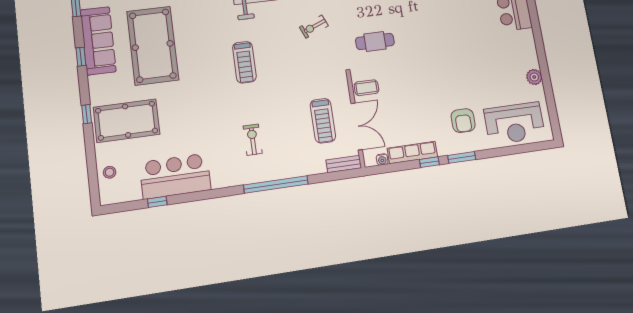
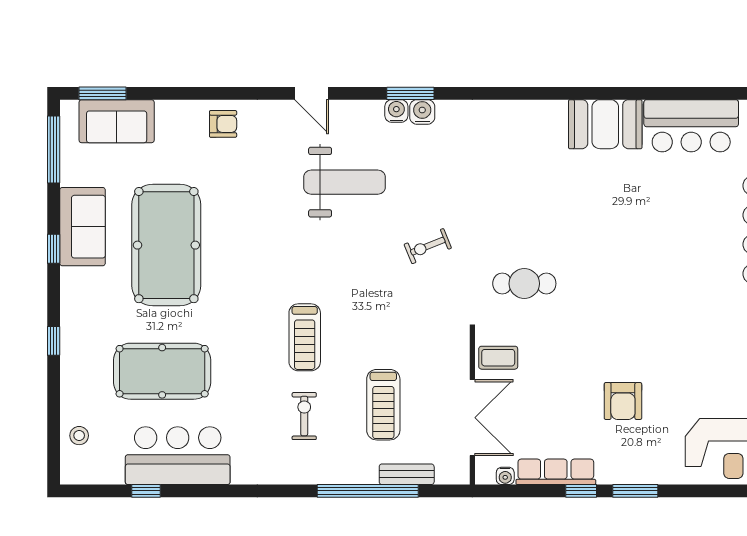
sofa: (98, 41) -> (82, 227), width x0.73
treadmill: (244, 62) -> (305, 337), moved
pool table: (127, 121) -> (162, 371), moved
treadmill: (323, 121) -> (383, 405), moved
armchair: (463, 121) -> (623, 401), moved
bench: (344, 164) -> (407, 474), moved
window: (276, 185) -> (368, 491), moved

